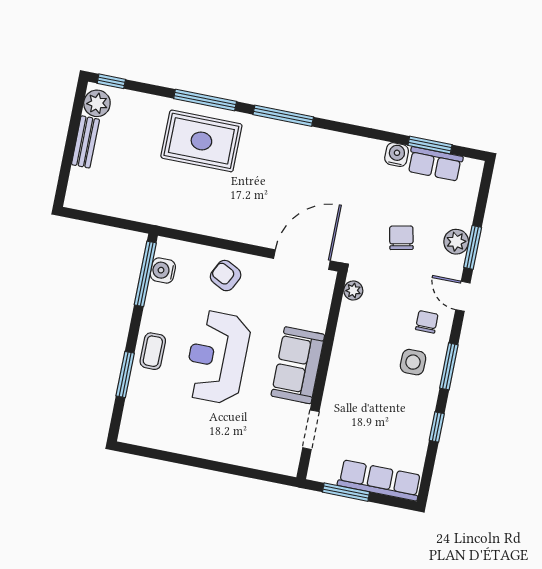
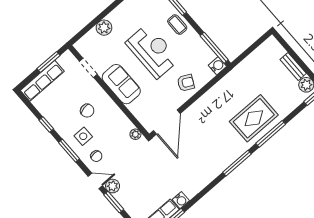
chair: (401, 238) -> (87, 111), moved
plant: (456, 242) -> (113, 186), moved
water cooler: (163, 271) -> (217, 66), moved
plant: (237, 451) -> (104, 28), added

